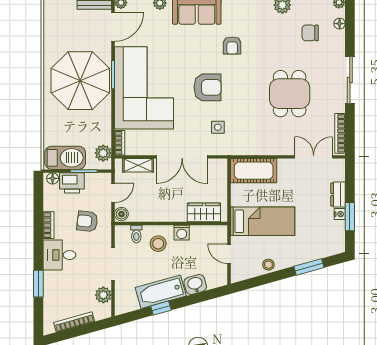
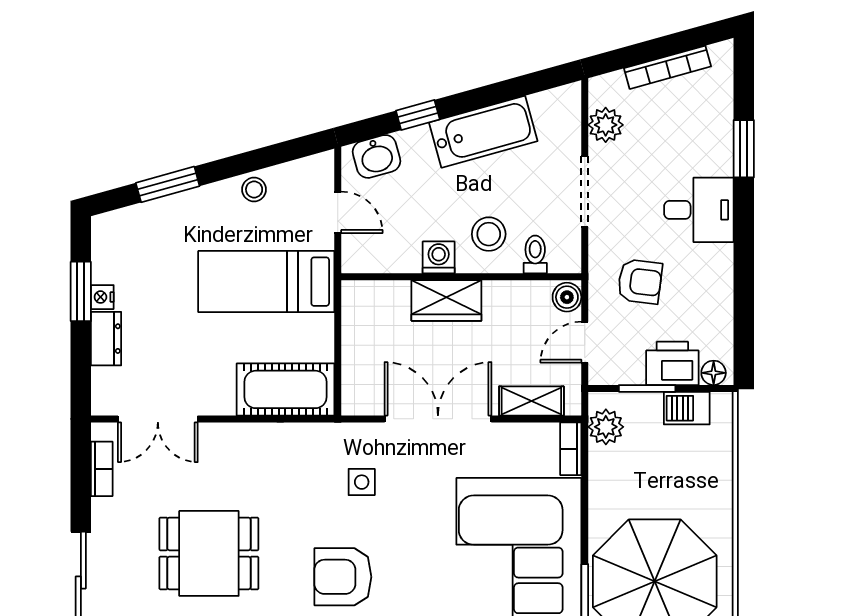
armchair: (208, 87) -> (343, 577), moved
dining table: (290, 94) -> (209, 553), turned 90
bookcase: (340, 133) -> (102, 469), width x0.64
barbecue: (65, 158) -> (687, 408), width x0.53, depth x0.65
wardrobe: (204, 212) -> (446, 301), moved
bookcase: (49, 225) -> (722, 273), removed
washbasin: (195, 284) -> (377, 156), moved
window: (161, 308) -> (418, 115), moved

